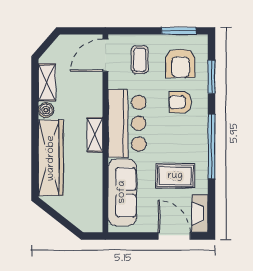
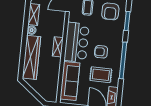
armchair: (180, 102) -> (101, 52), moved

